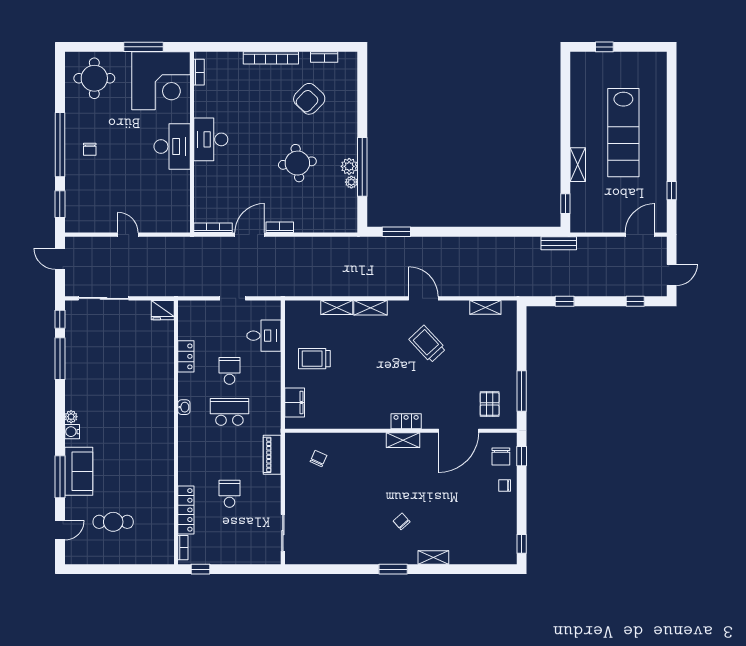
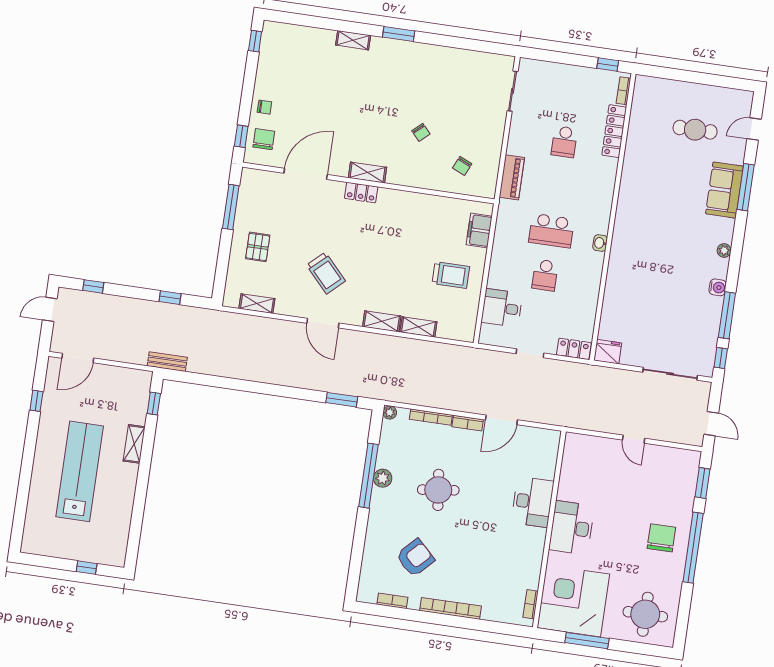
desk: (211, 139) -> (533, 502), moved
chair: (90, 149) -> (661, 538), width x1.87, depth x1.87
plant: (351, 182) -> (390, 412), moved
bookcase: (213, 228) -> (431, 417), moved
locker: (186, 356) -> (574, 349), moved, turned 90
pallet: (490, 404) -> (258, 247), moved
water cooler: (72, 432) -> (718, 287), moved
chair: (402, 521) -> (421, 132), moved

